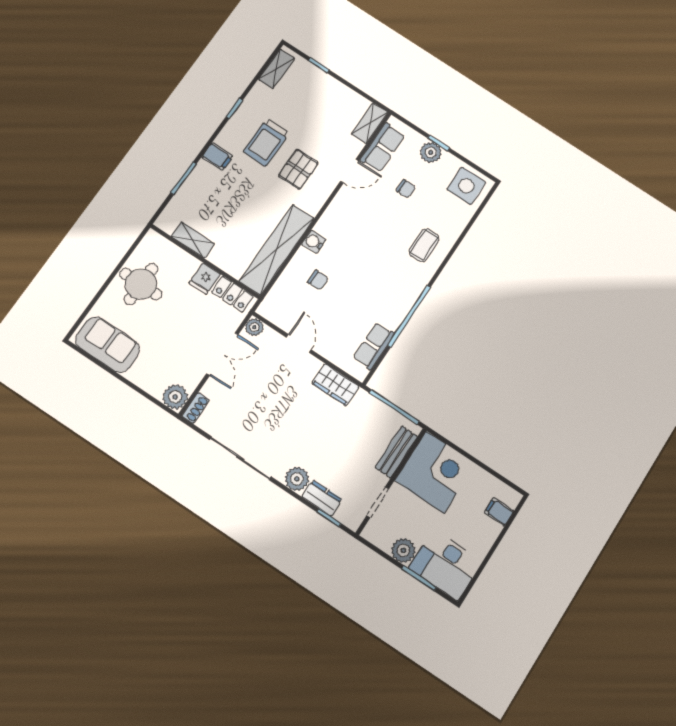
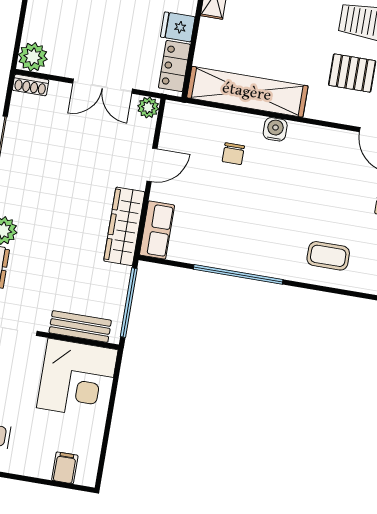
row of seats: (374, 346) -> (157, 230), moved, turned 90
wardrobe: (335, 385) -> (124, 226), width x1.50

